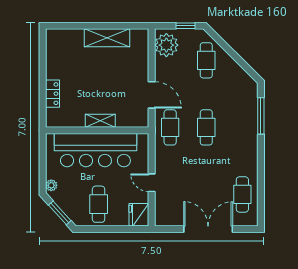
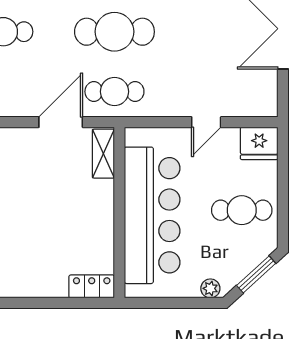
locker: (52, 94) -> (92, 286), moved
shelving: (100, 121) -> (103, 154), moved
cafe table: (206, 127) -> (114, 32), width x1.37, depth x1.35

